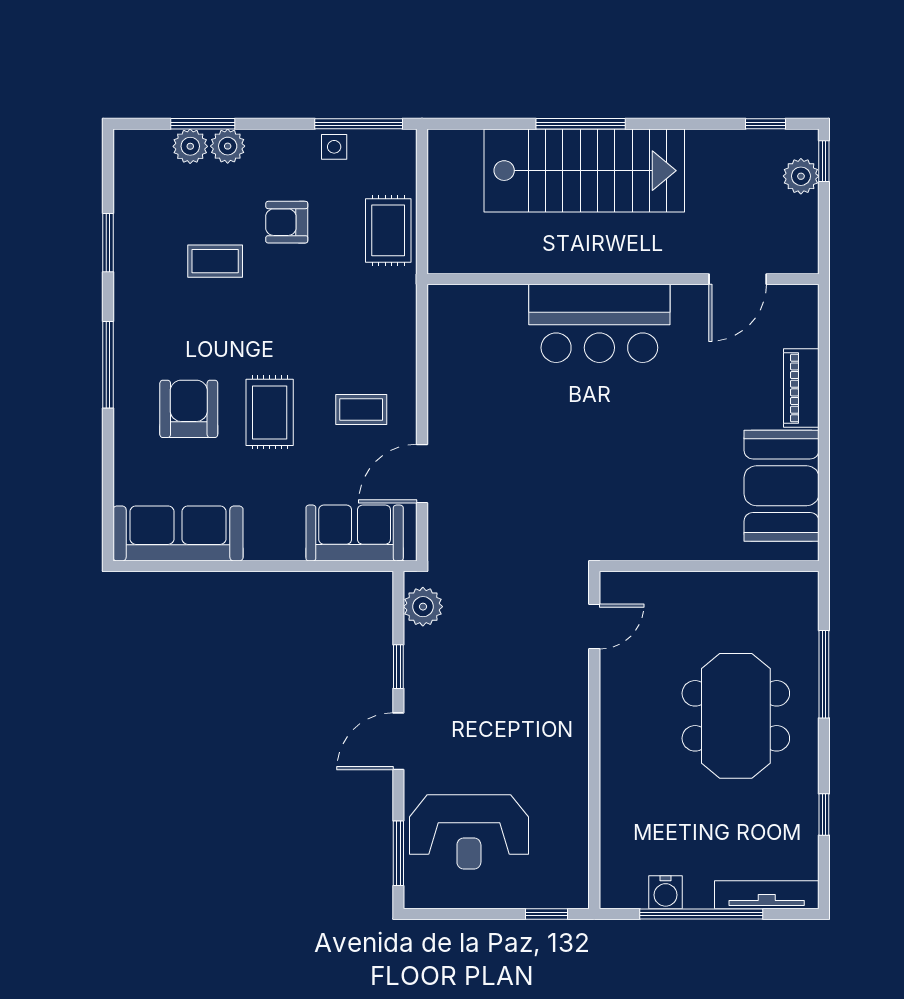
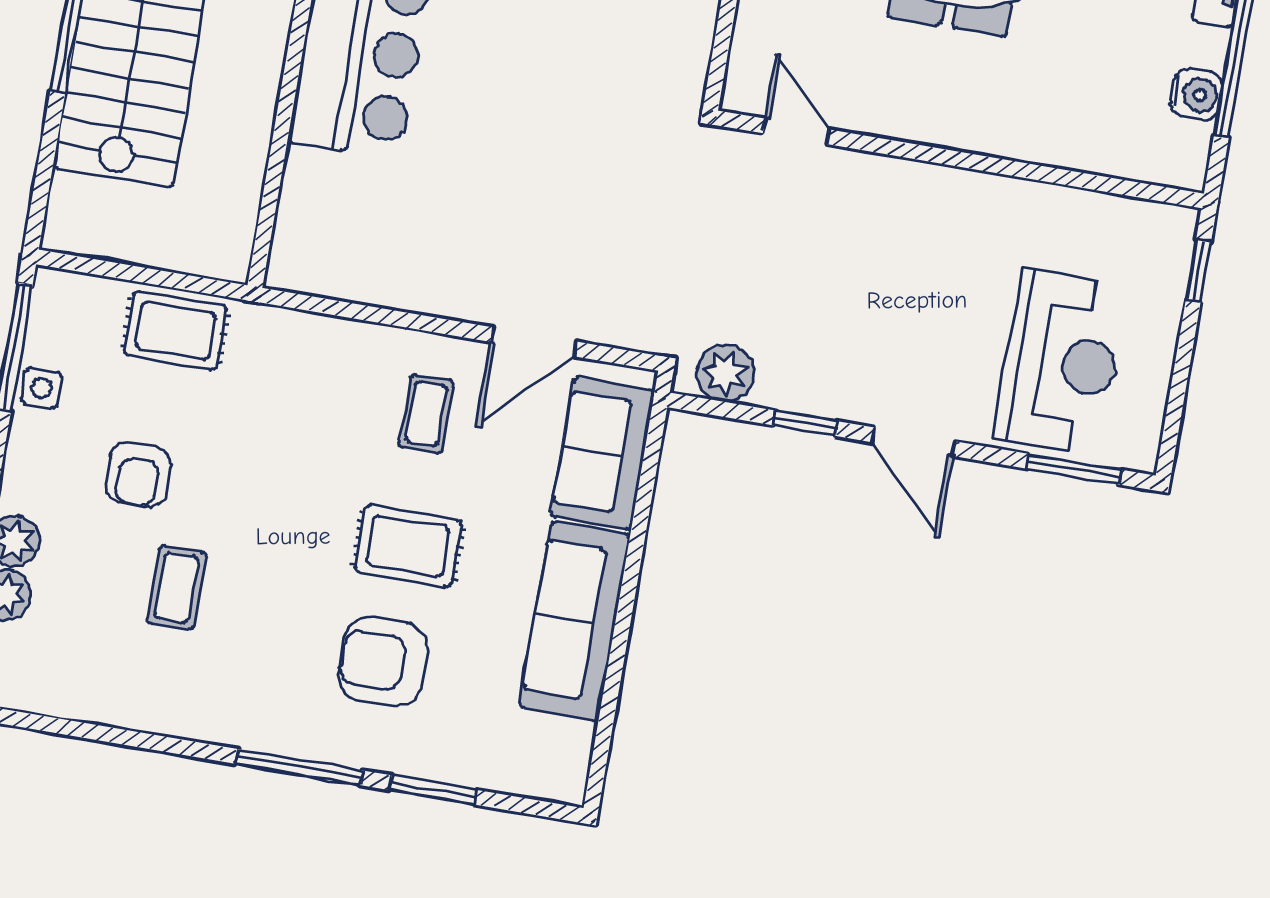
window: (108, 243) -> (433, 790), moved
door: (422, 474) -> (534, 342), hinge flipped
sofa: (178, 533) -> (575, 621), moved

